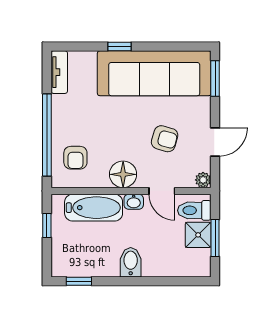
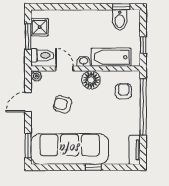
shower: (198, 235) -> (40, 27), moved
bidet: (131, 262) -> (120, 20), moved

